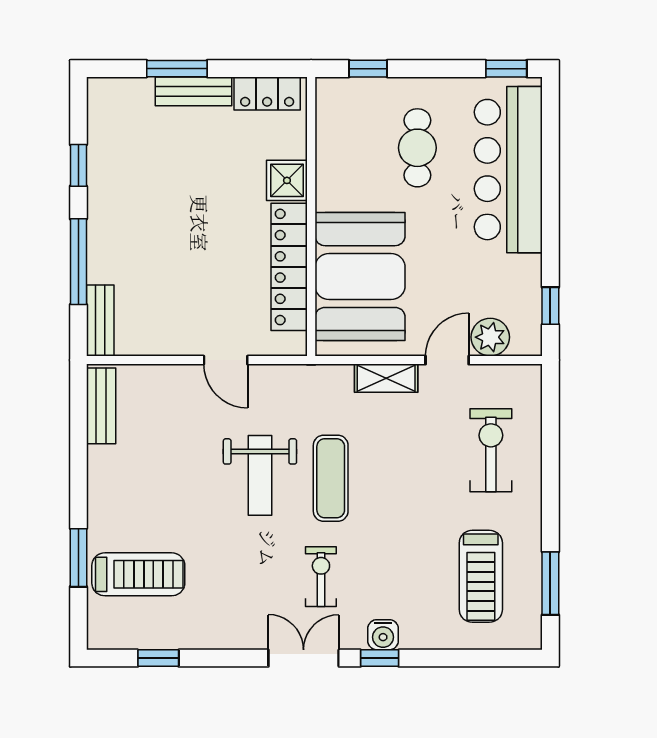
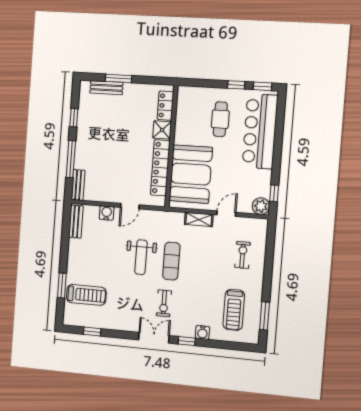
window: (368, 69) -> (236, 85), moved
bench: (194, 91) -> (106, 88), moved
locker: (267, 93) -> (166, 106), moved, turned 90
plant: (490, 337) -> (261, 206), moved
door: (226, 360) -> (130, 206), hinge flipped
water cooler: (172, 380) -> (107, 213), added
exercise bike: (491, 450) -> (243, 255), width x0.73, depth x0.72
exercise bike: (321, 577) -> (164, 303), turned 180
water cooler: (383, 635) -> (202, 332), moved

